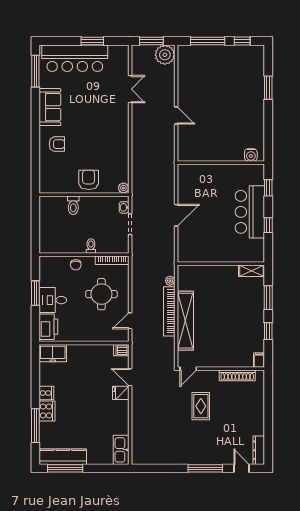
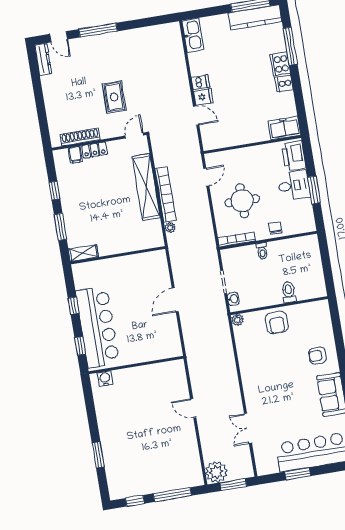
bar counter: (250, 212) -> (97, 327), width x1.36
dishwasher: (121, 350) -> (200, 82), moved
filing cabinet: (259, 360) -> (75, 155), moved
locker: (226, 361) -> (95, 150), added

